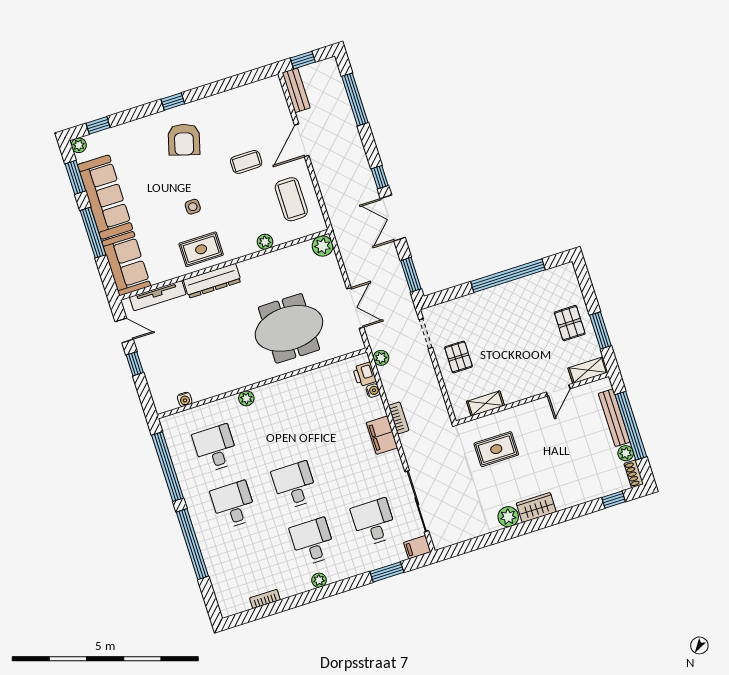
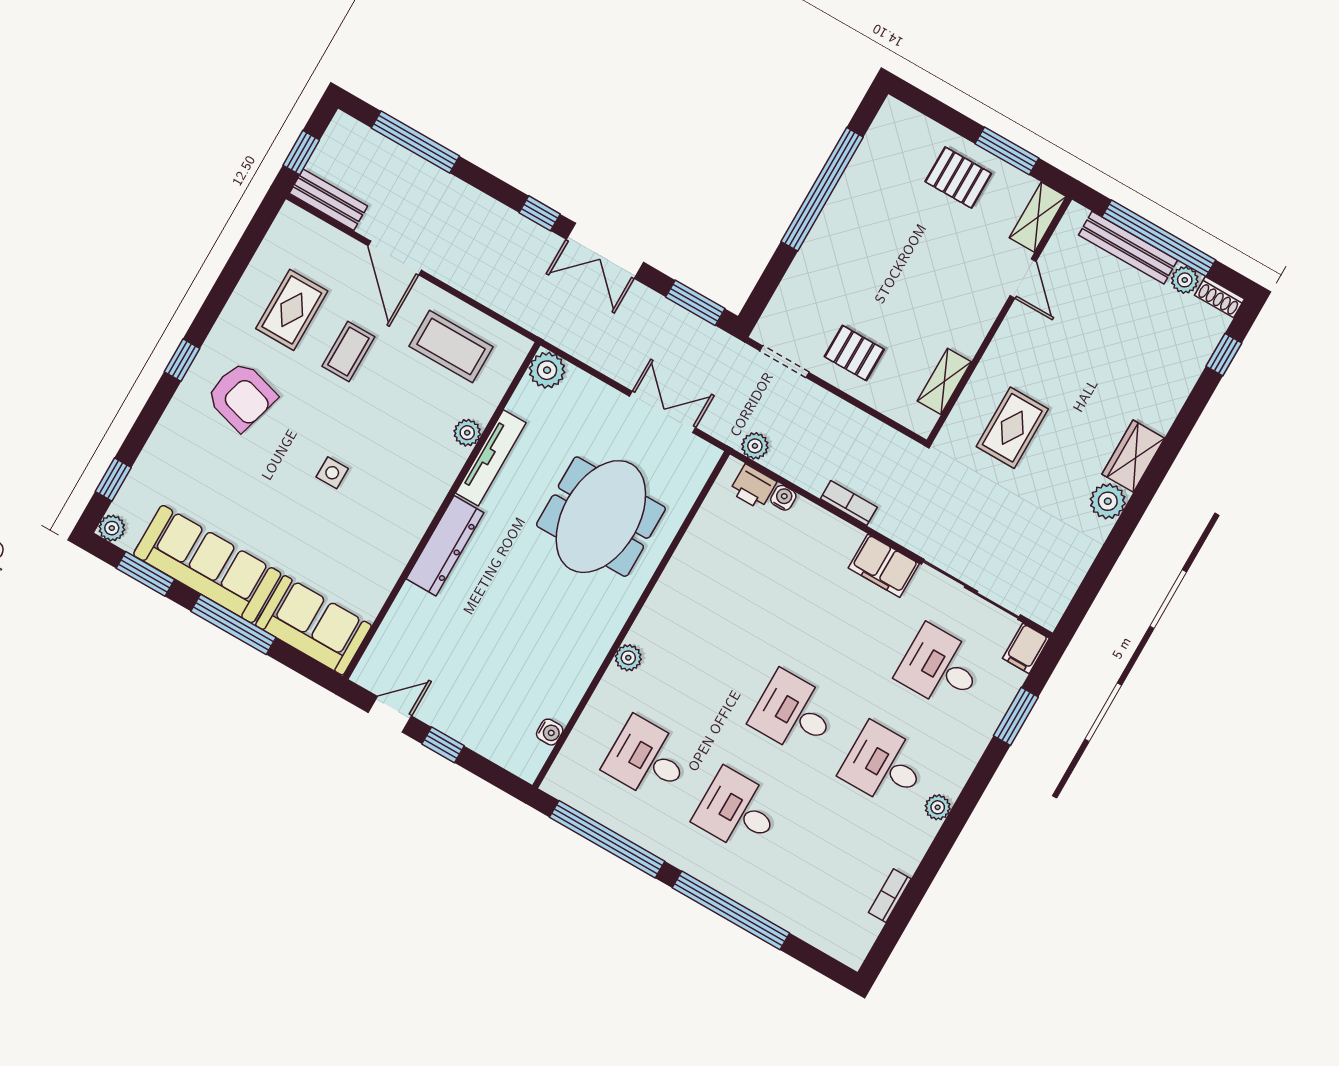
rug: (201, 249) -> (292, 310), moved
tv unit: (158, 296) -> (491, 458), moved
filing cabinet: (382, 435) -> (884, 566), moved

